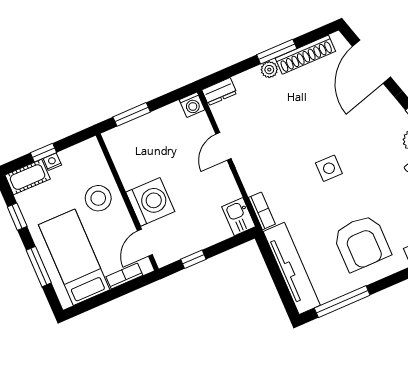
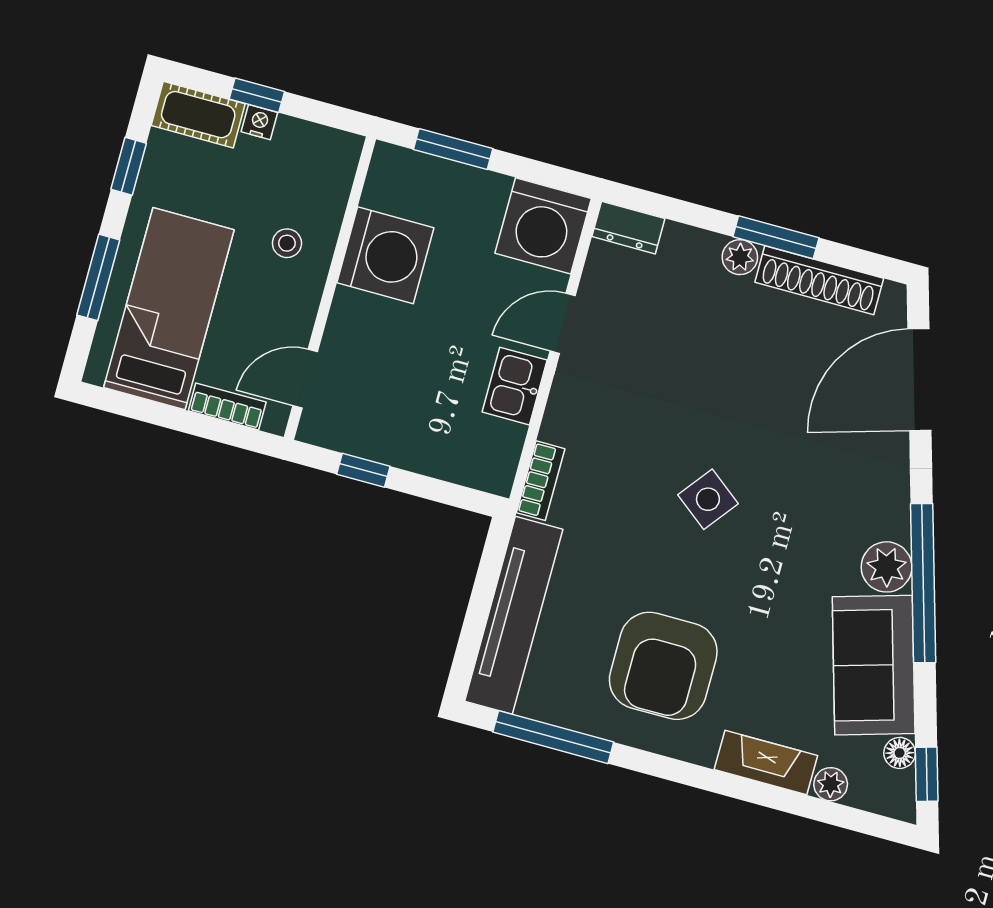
washing machine: (192, 105) -> (543, 226), width x1.89, depth x1.89
side table: (329, 168) -> (708, 499), turned 38
stool: (98, 198) -> (287, 243), width x0.53, depth x0.53
washing machine: (150, 202) -> (385, 255), moved
kitchen sink: (239, 217) -> (515, 386), moved

